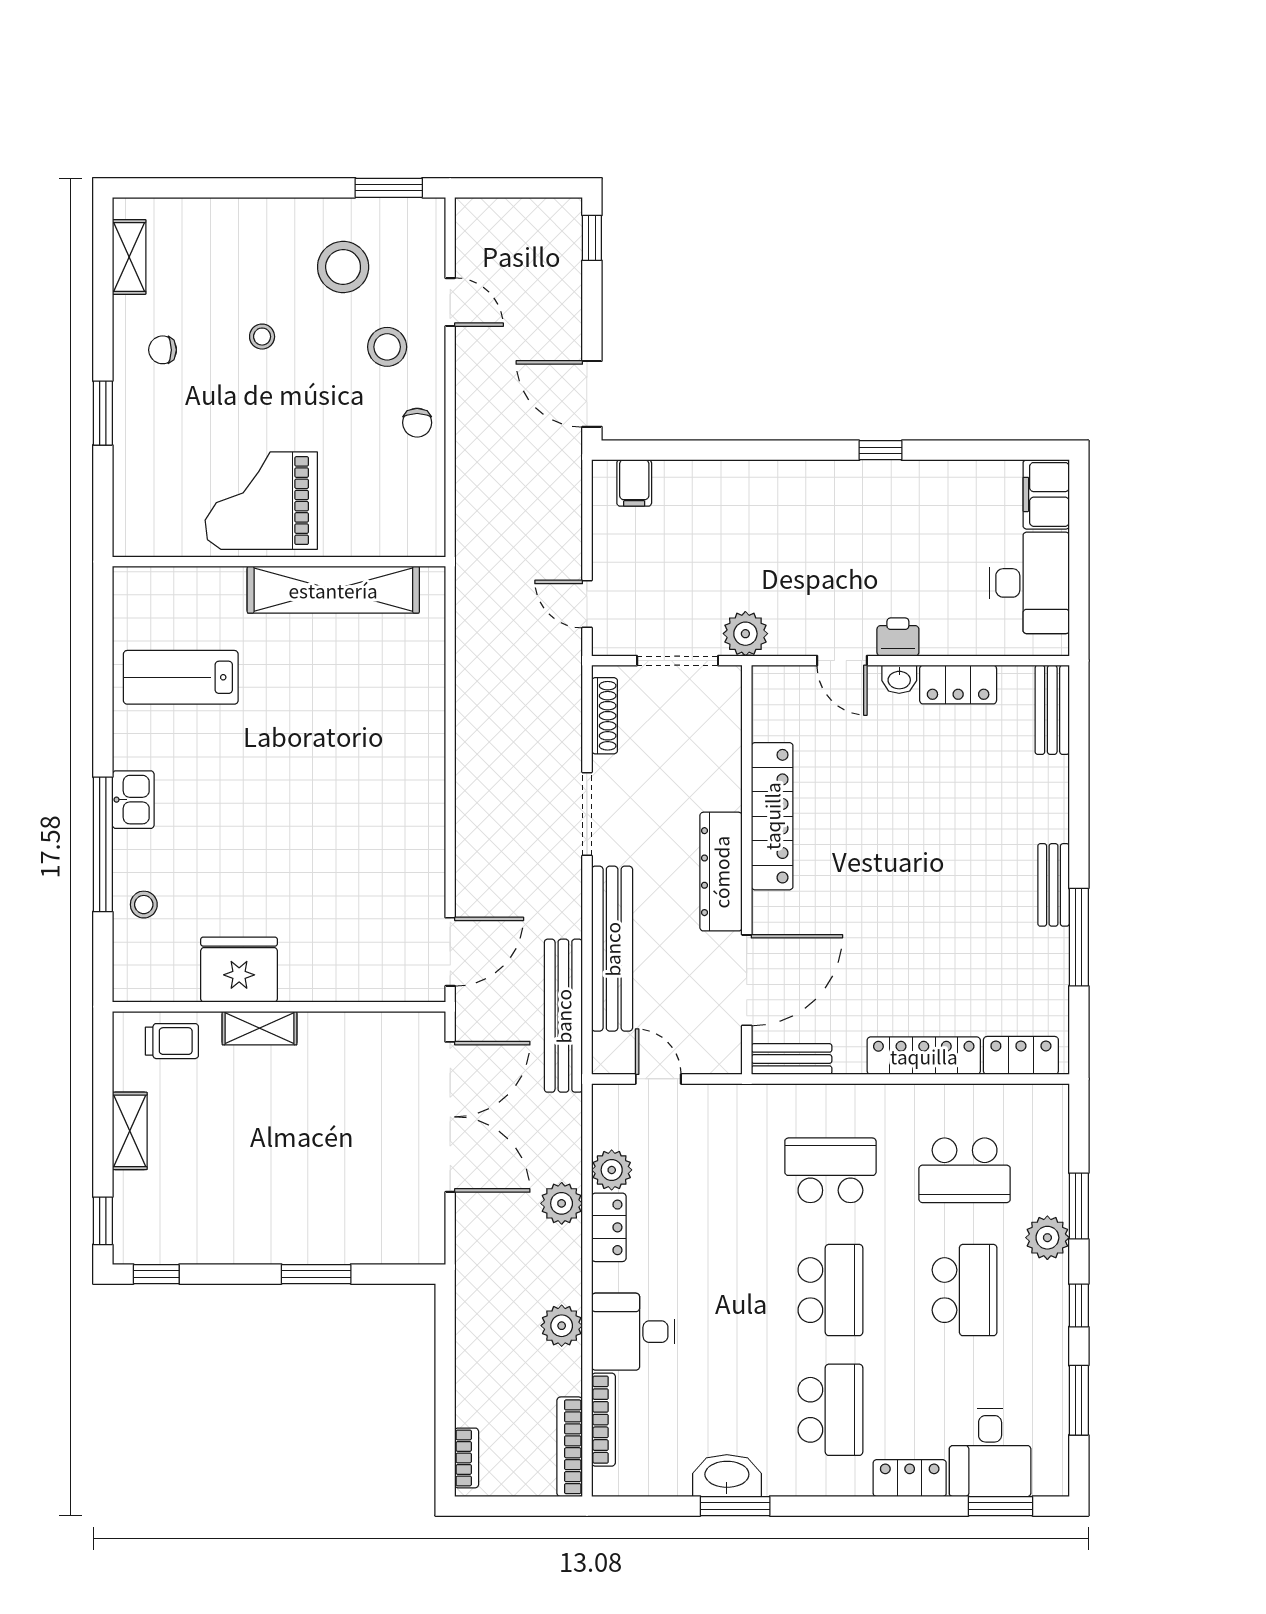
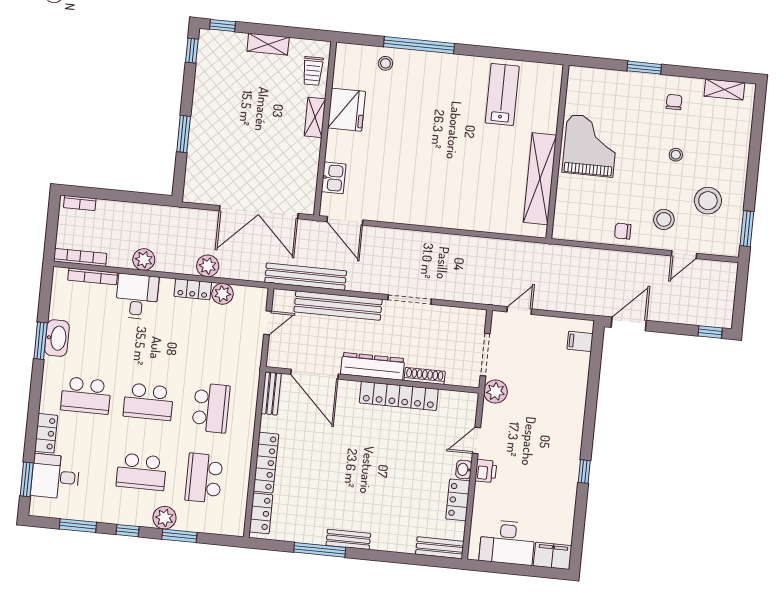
shoe rack: (605, 716) -> (425, 376), moved, turned 180
kitchen sink: (133, 800) -> (334, 178), moved, turned -90

